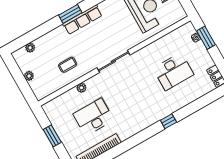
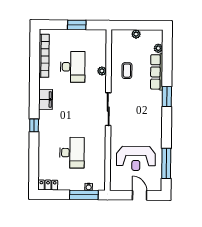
row of seats: (82, 20) -> (157, 72), moved
window: (206, 38) -> (84, 195), width x1.44
desk: (173, 72) -> (72, 153), turned 180
filing cabinet: (138, 125) -> (45, 99), added

